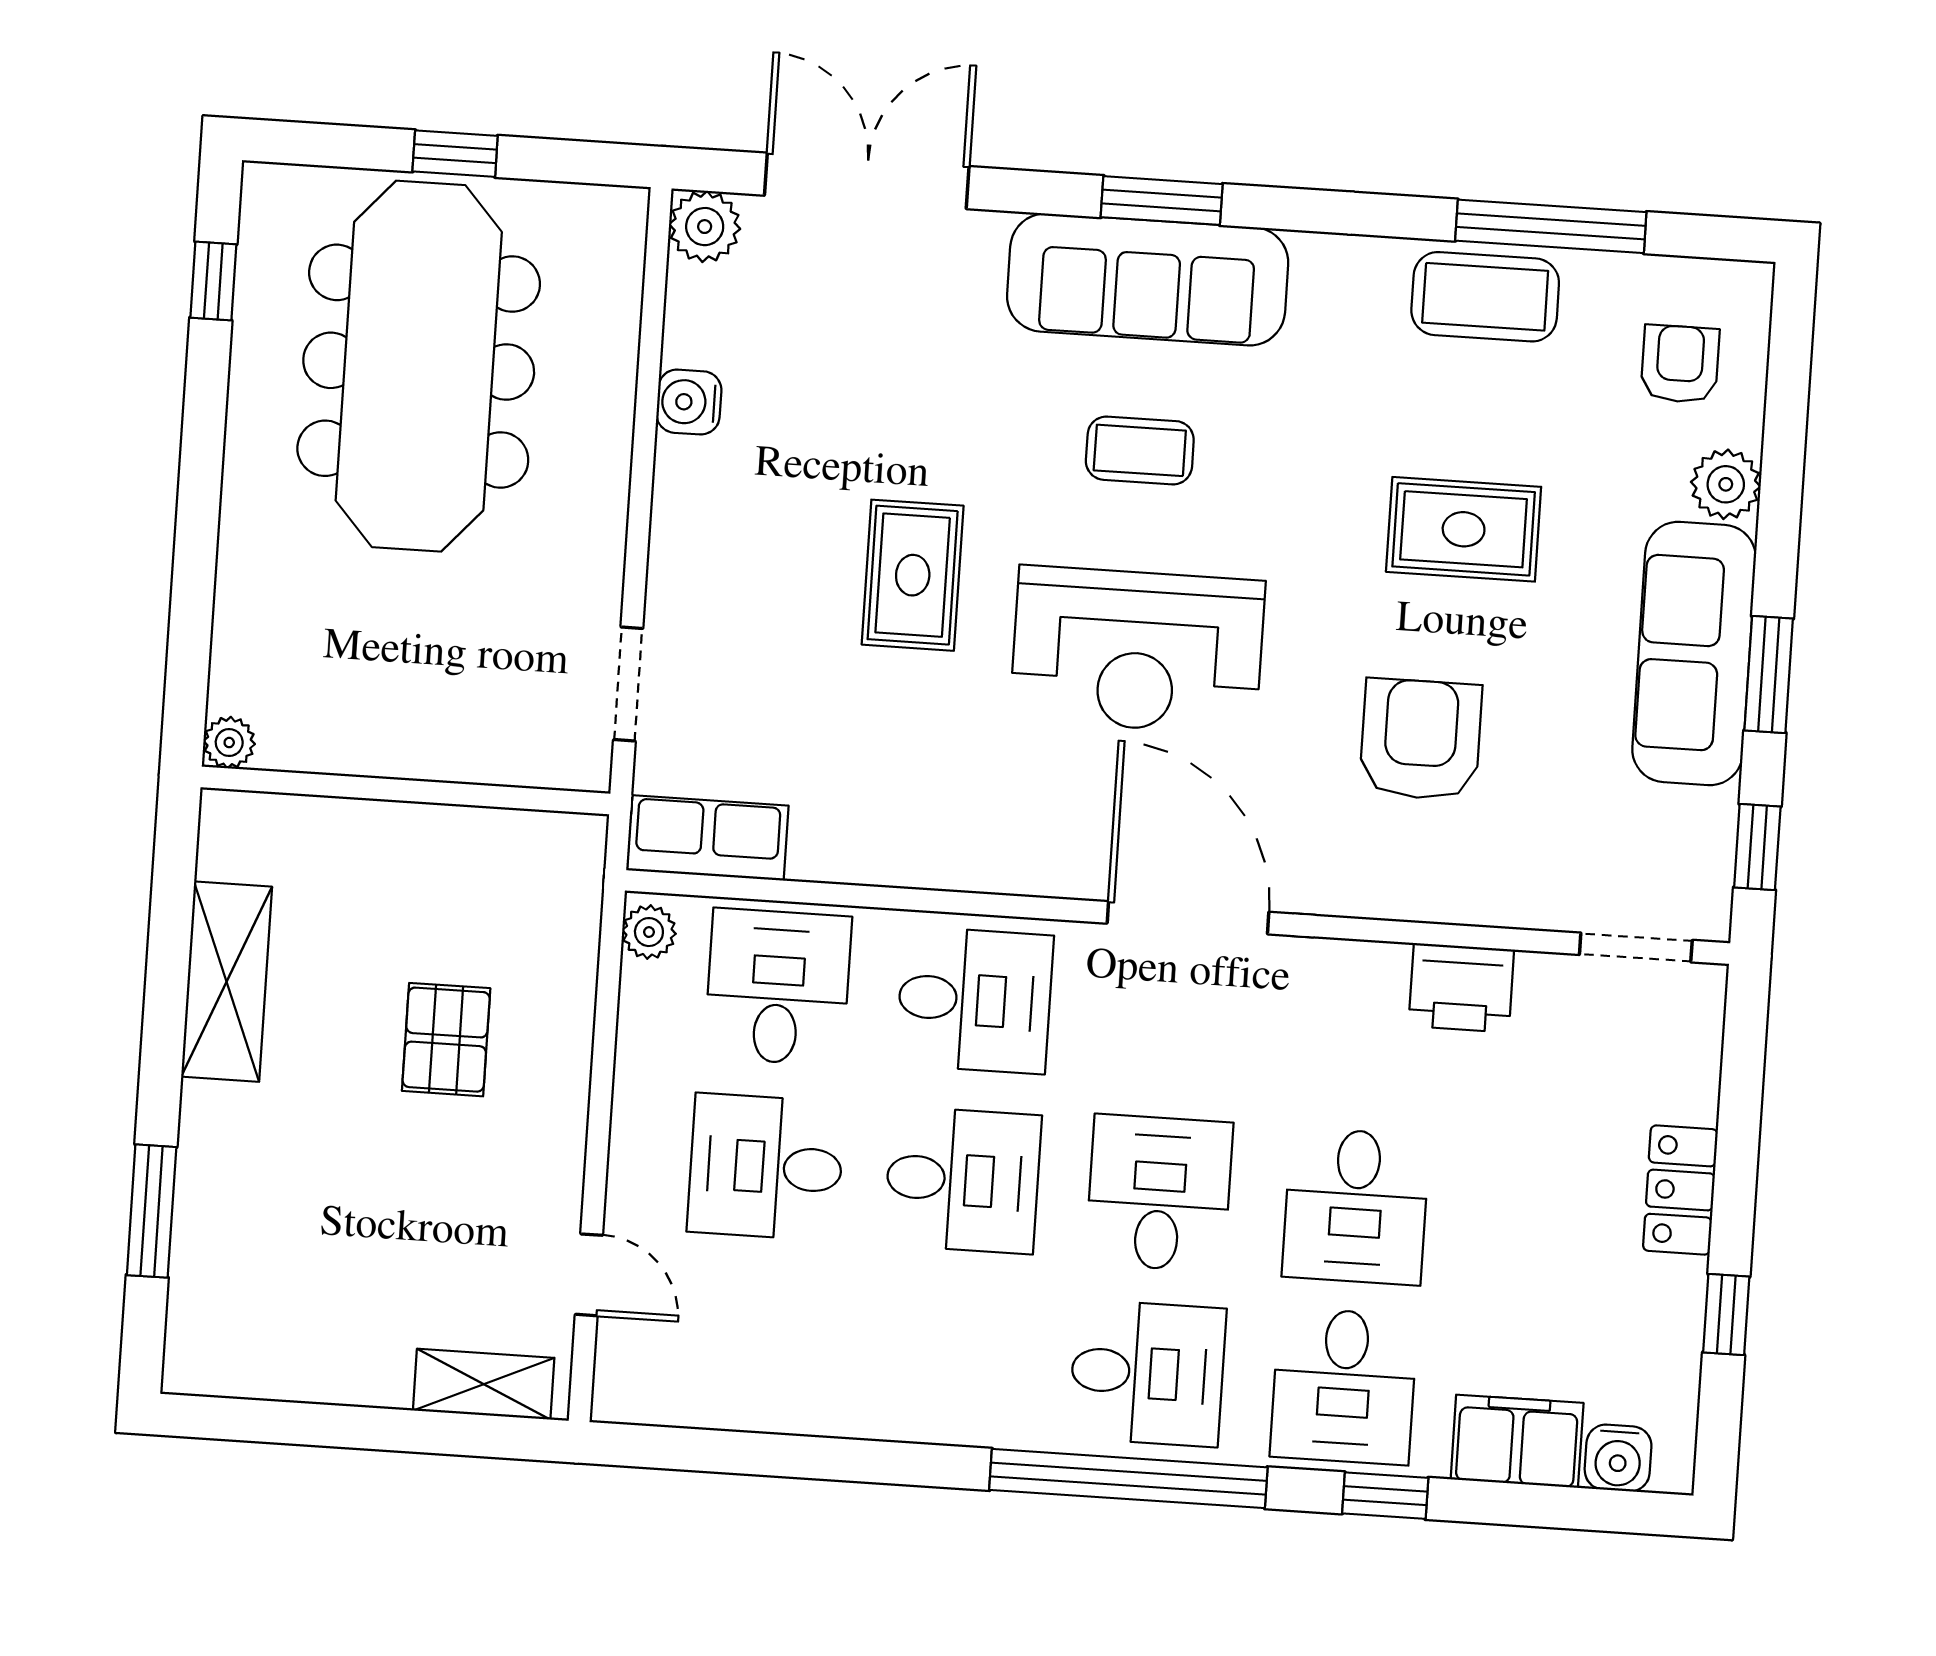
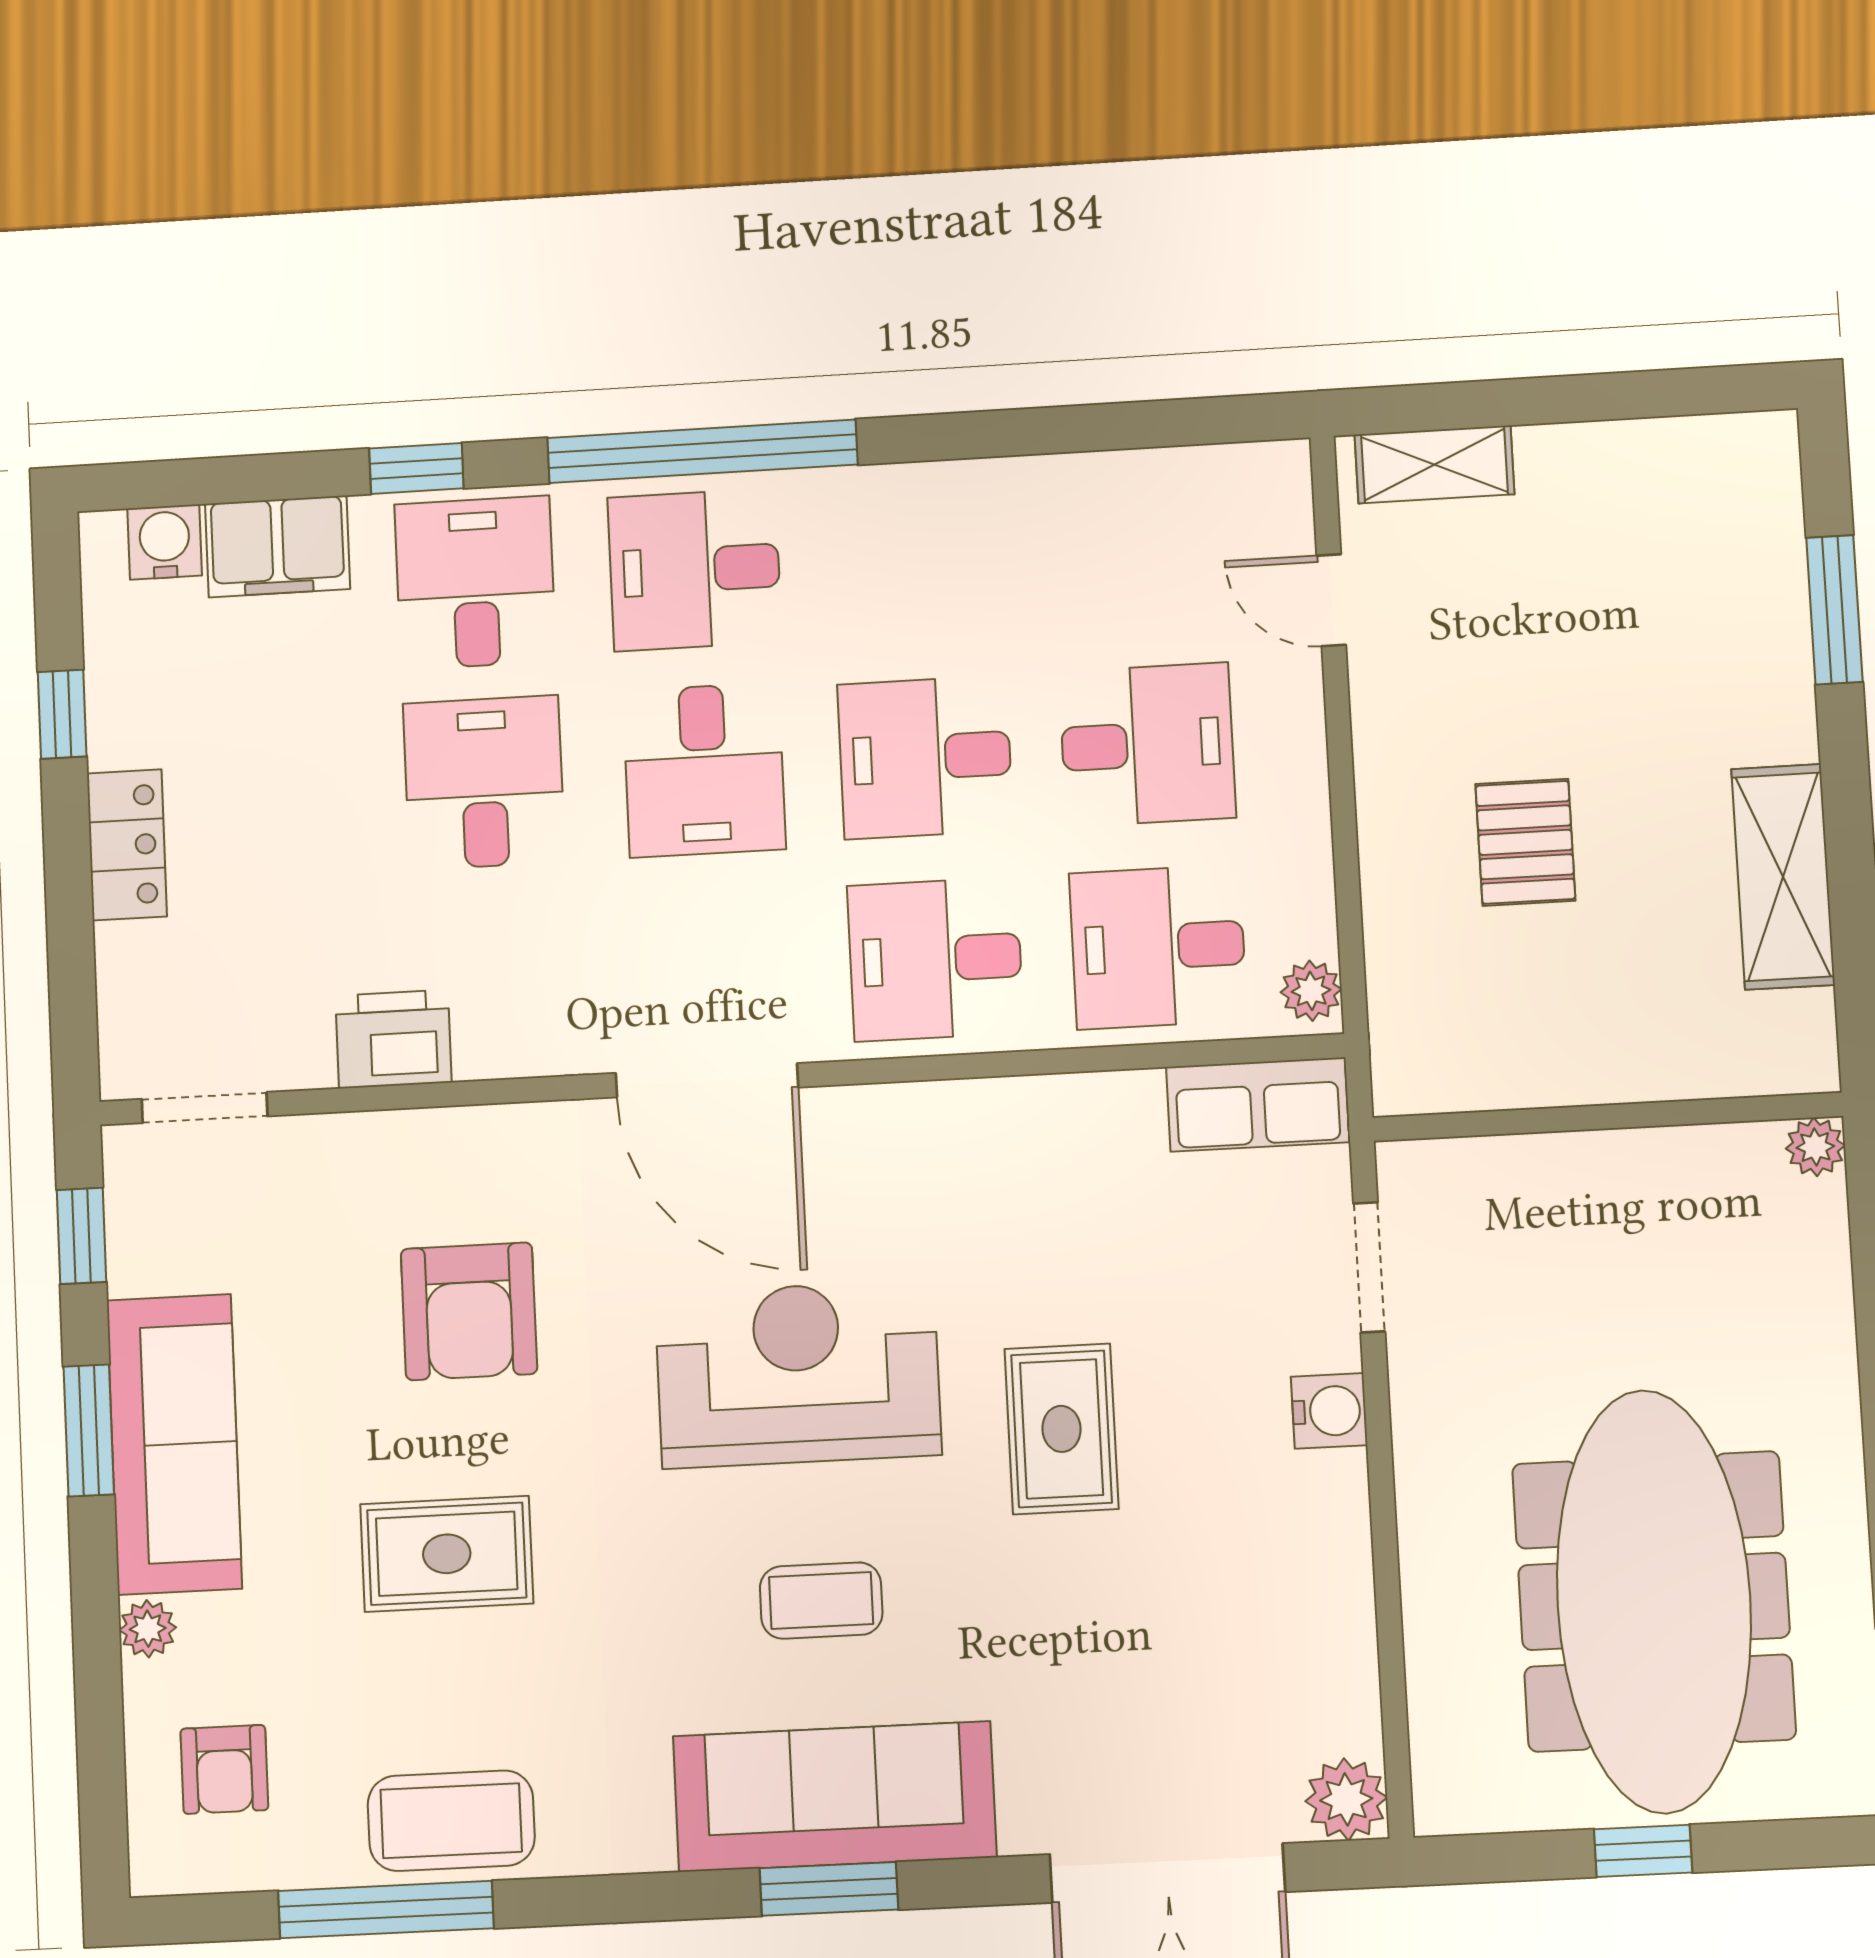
water cooler: (689, 402) -> (1329, 1411), moved
plant: (1726, 484) -> (148, 1629), width x0.73, depth x0.73
desk: (778, 987) -> (1158, 947), turned 90

